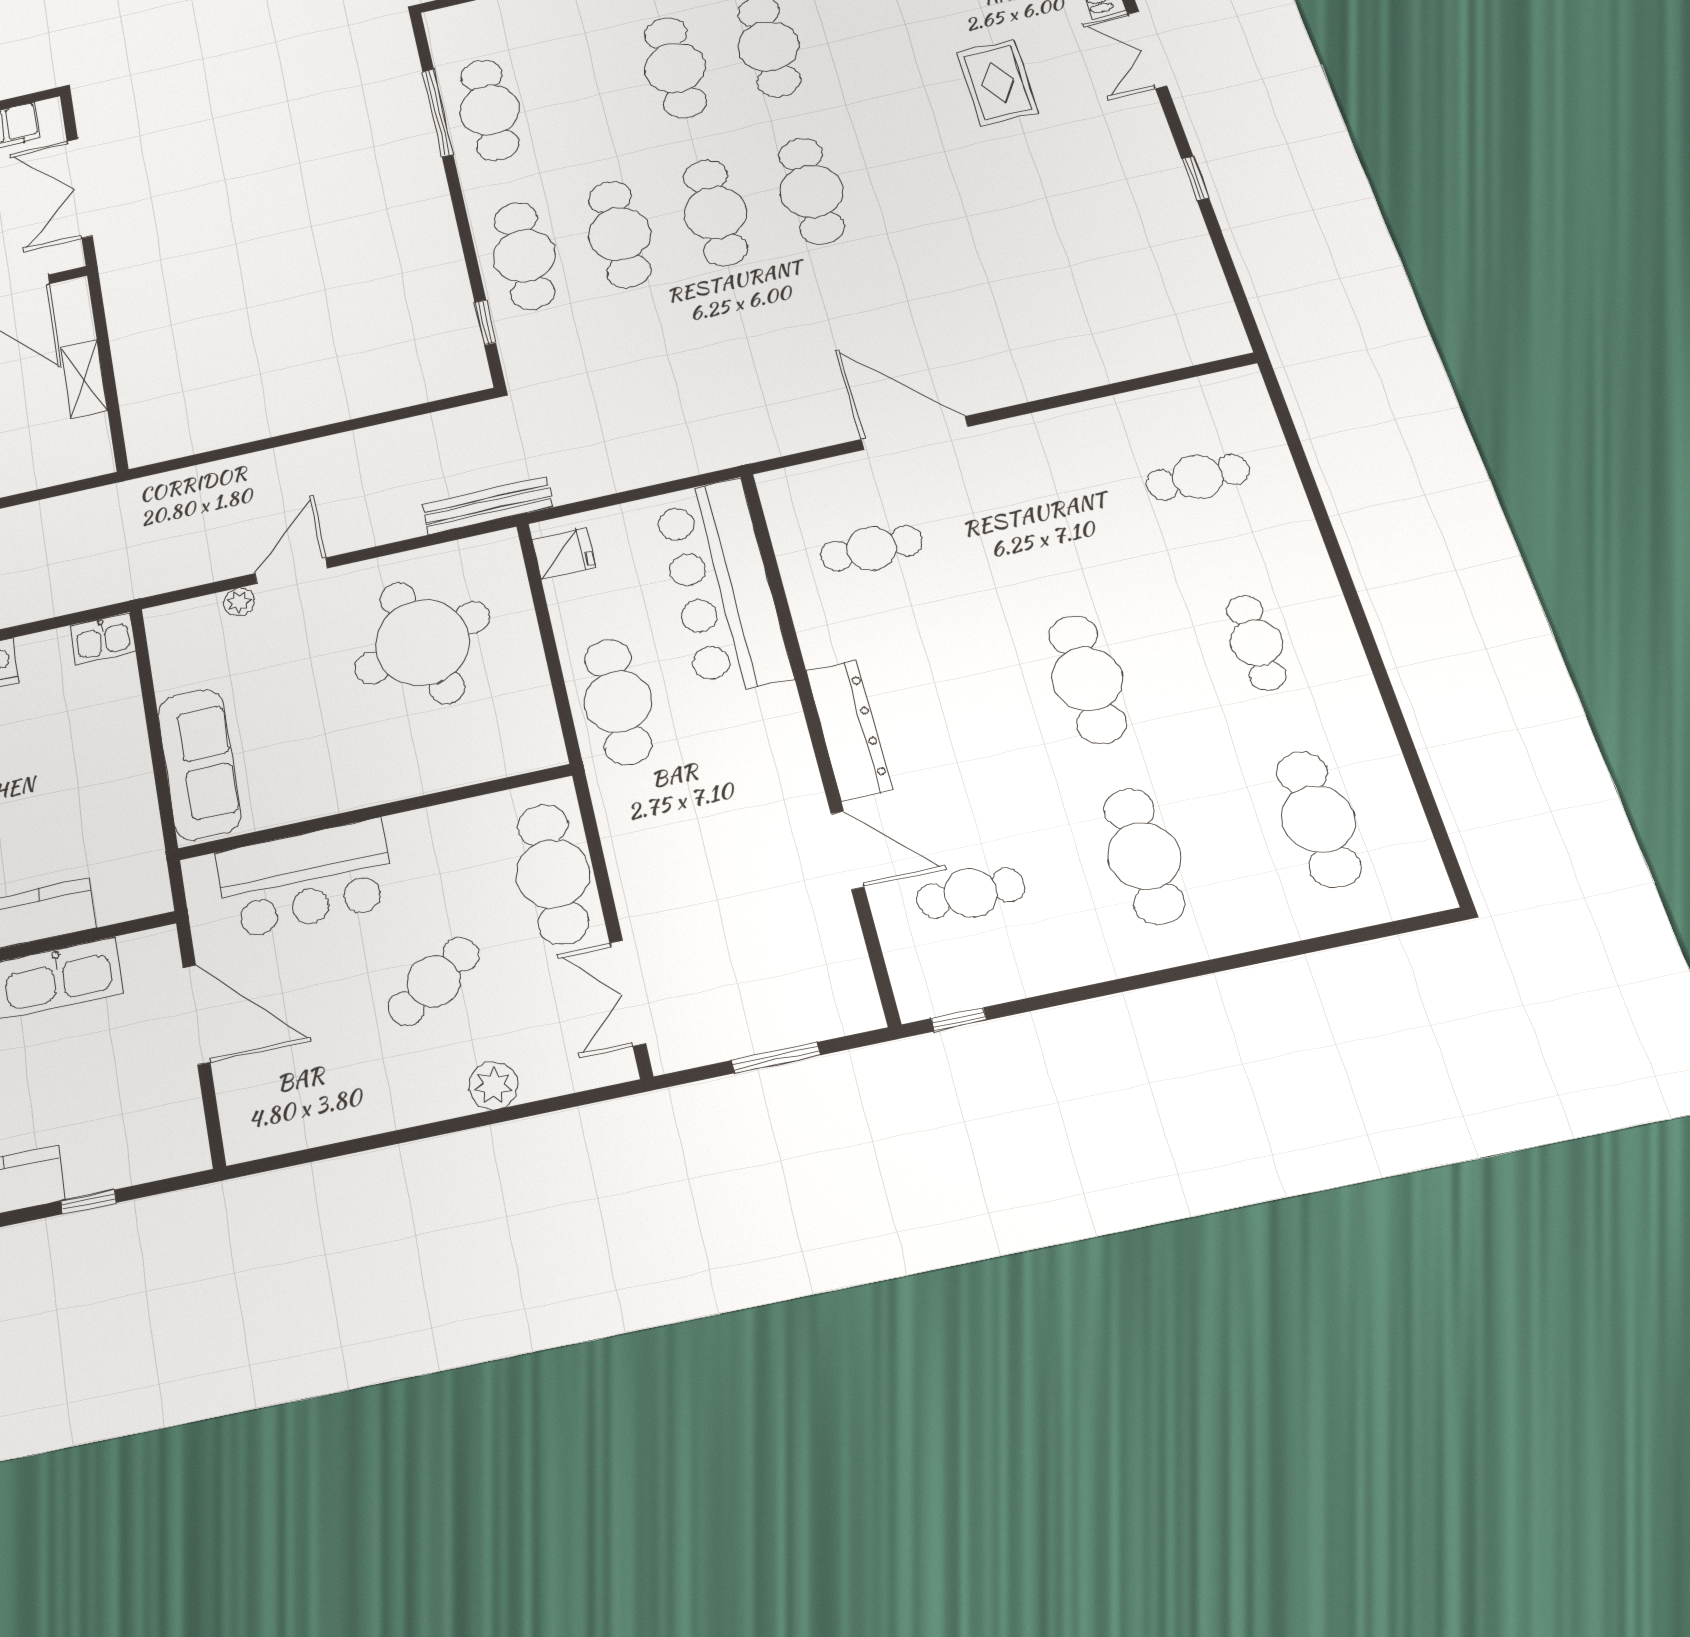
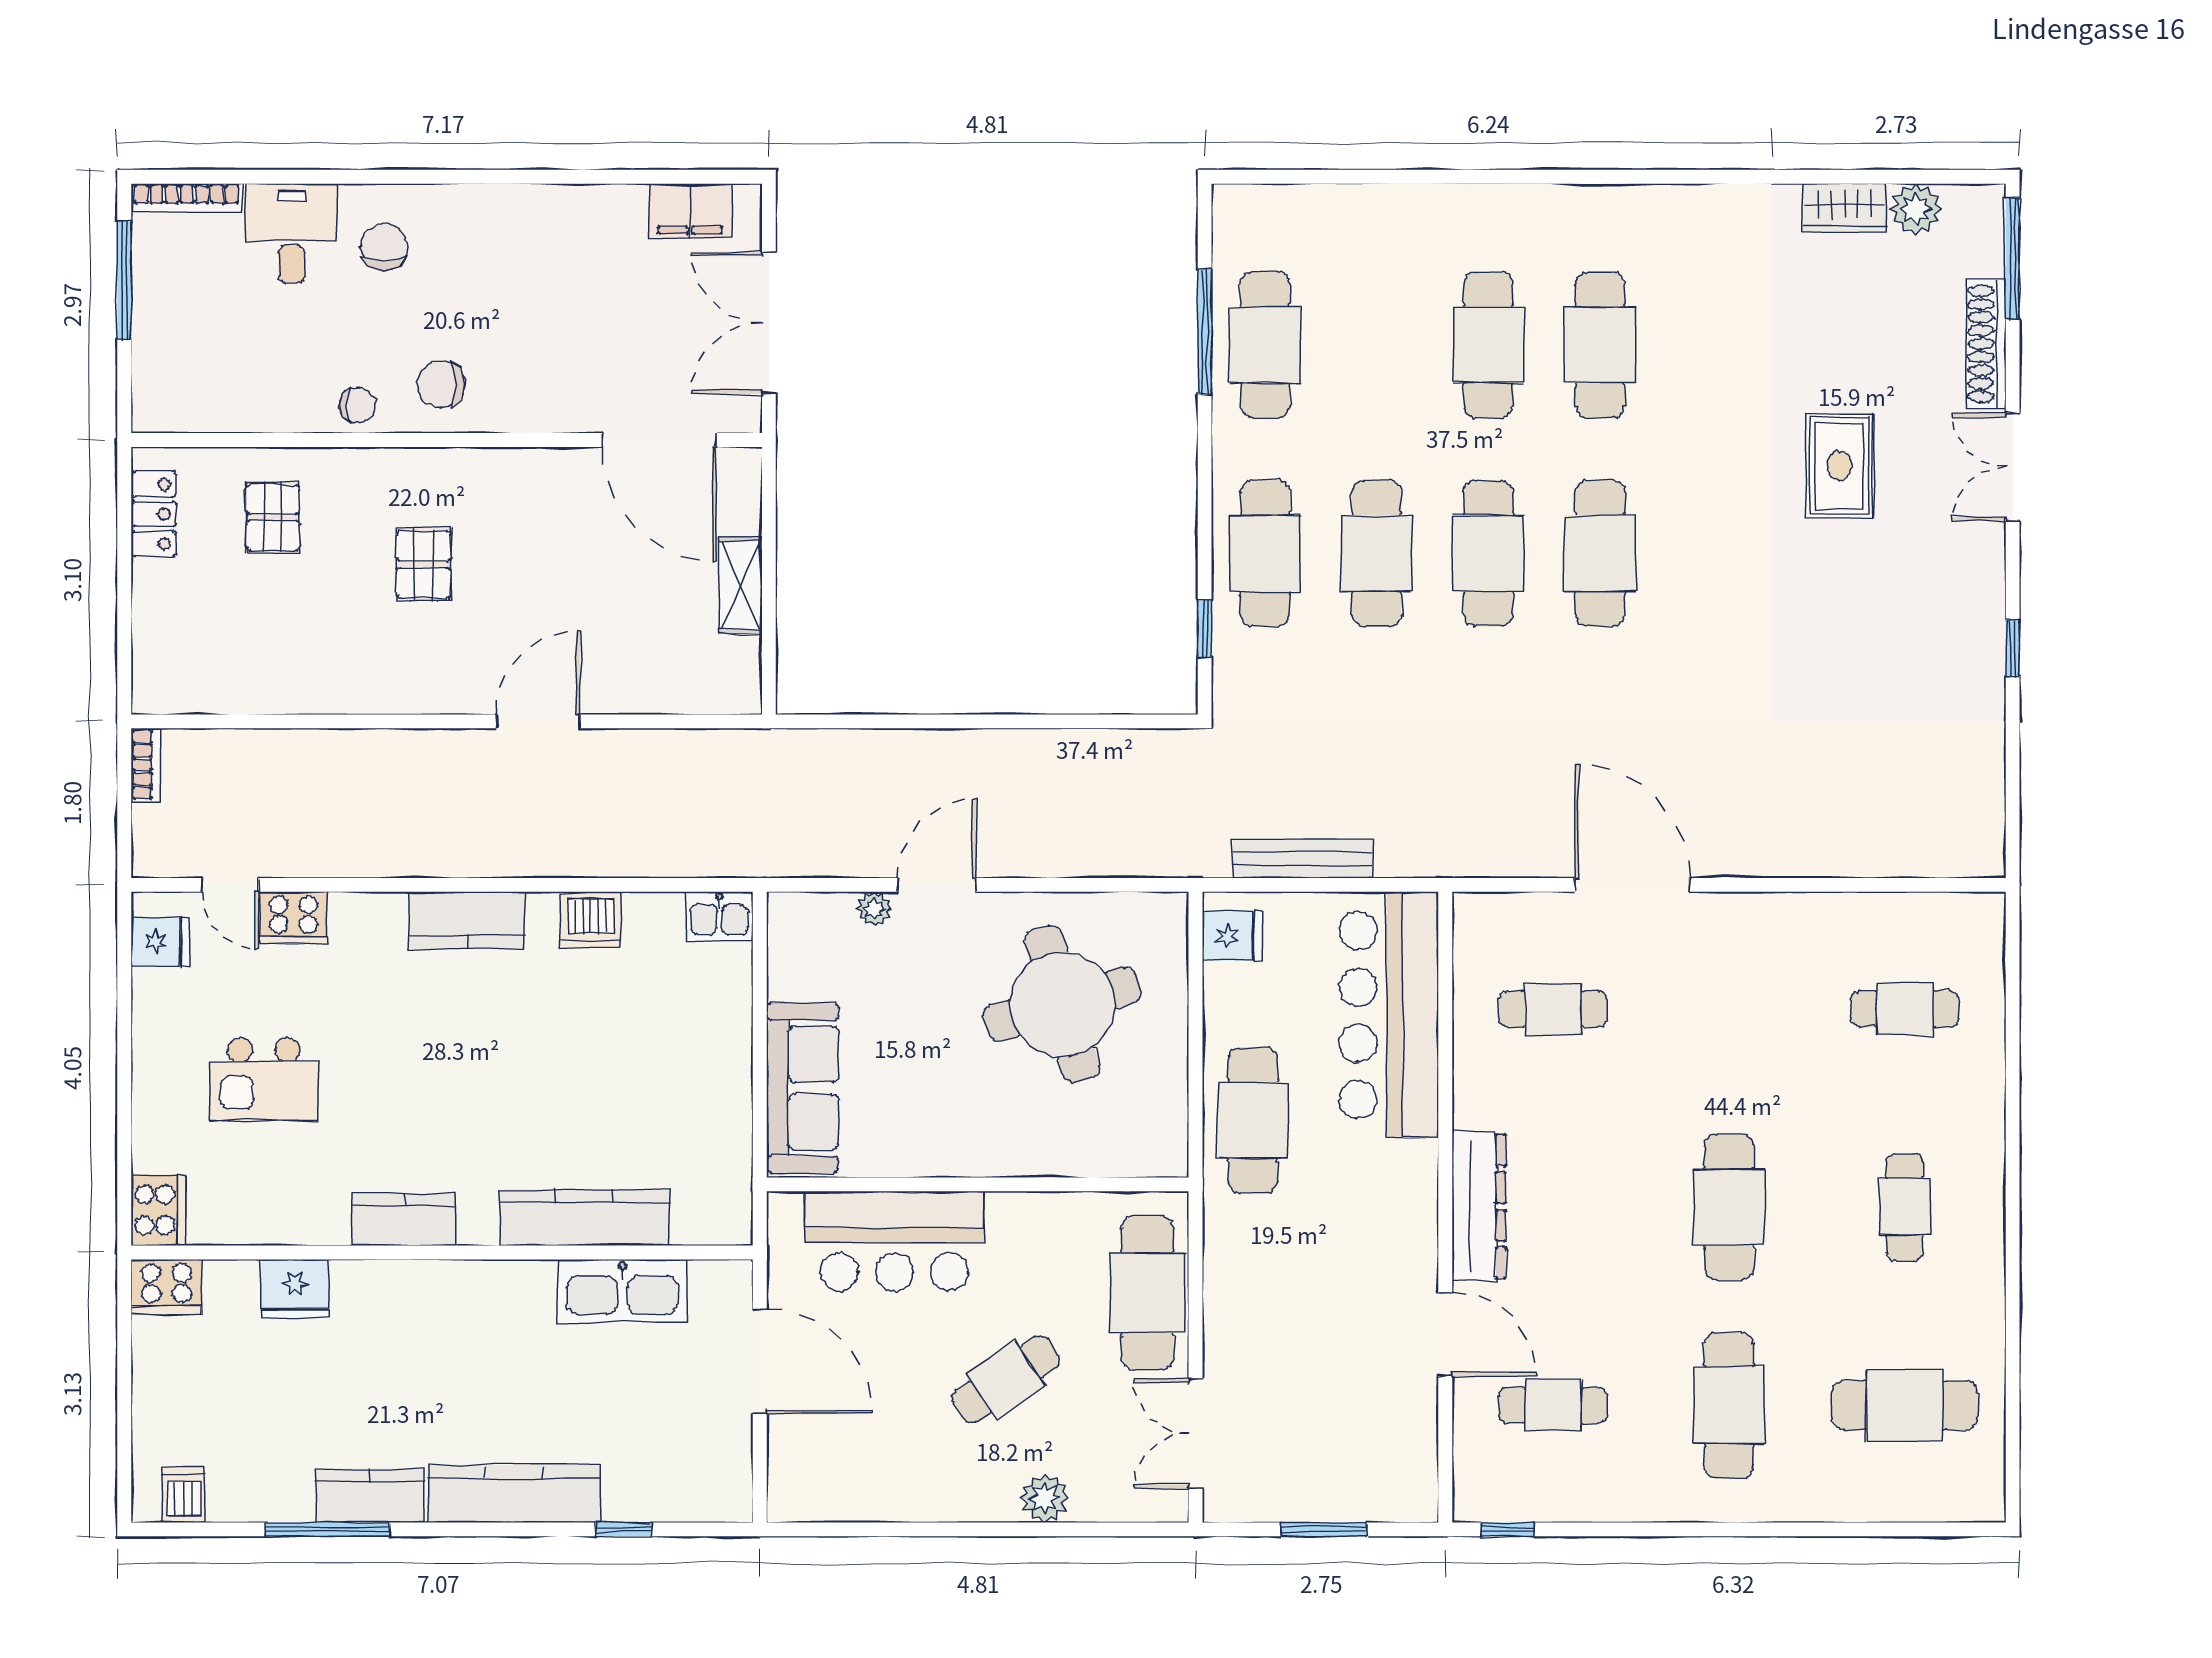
bench: (488, 505) -> (1303, 858), moved
cafe table: (1318, 819) -> (1905, 1405), turned 90

